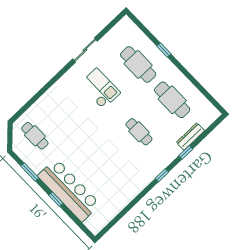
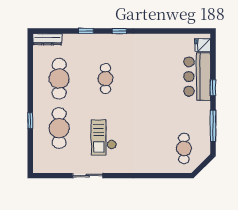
dresser: (190, 136) -> (47, 39), moved
window: (30, 172) -> (213, 126), width x1.44
bar counter: (69, 190) -> (197, 77), width x0.73
fridge: (93, 223) -> (203, 45), added

